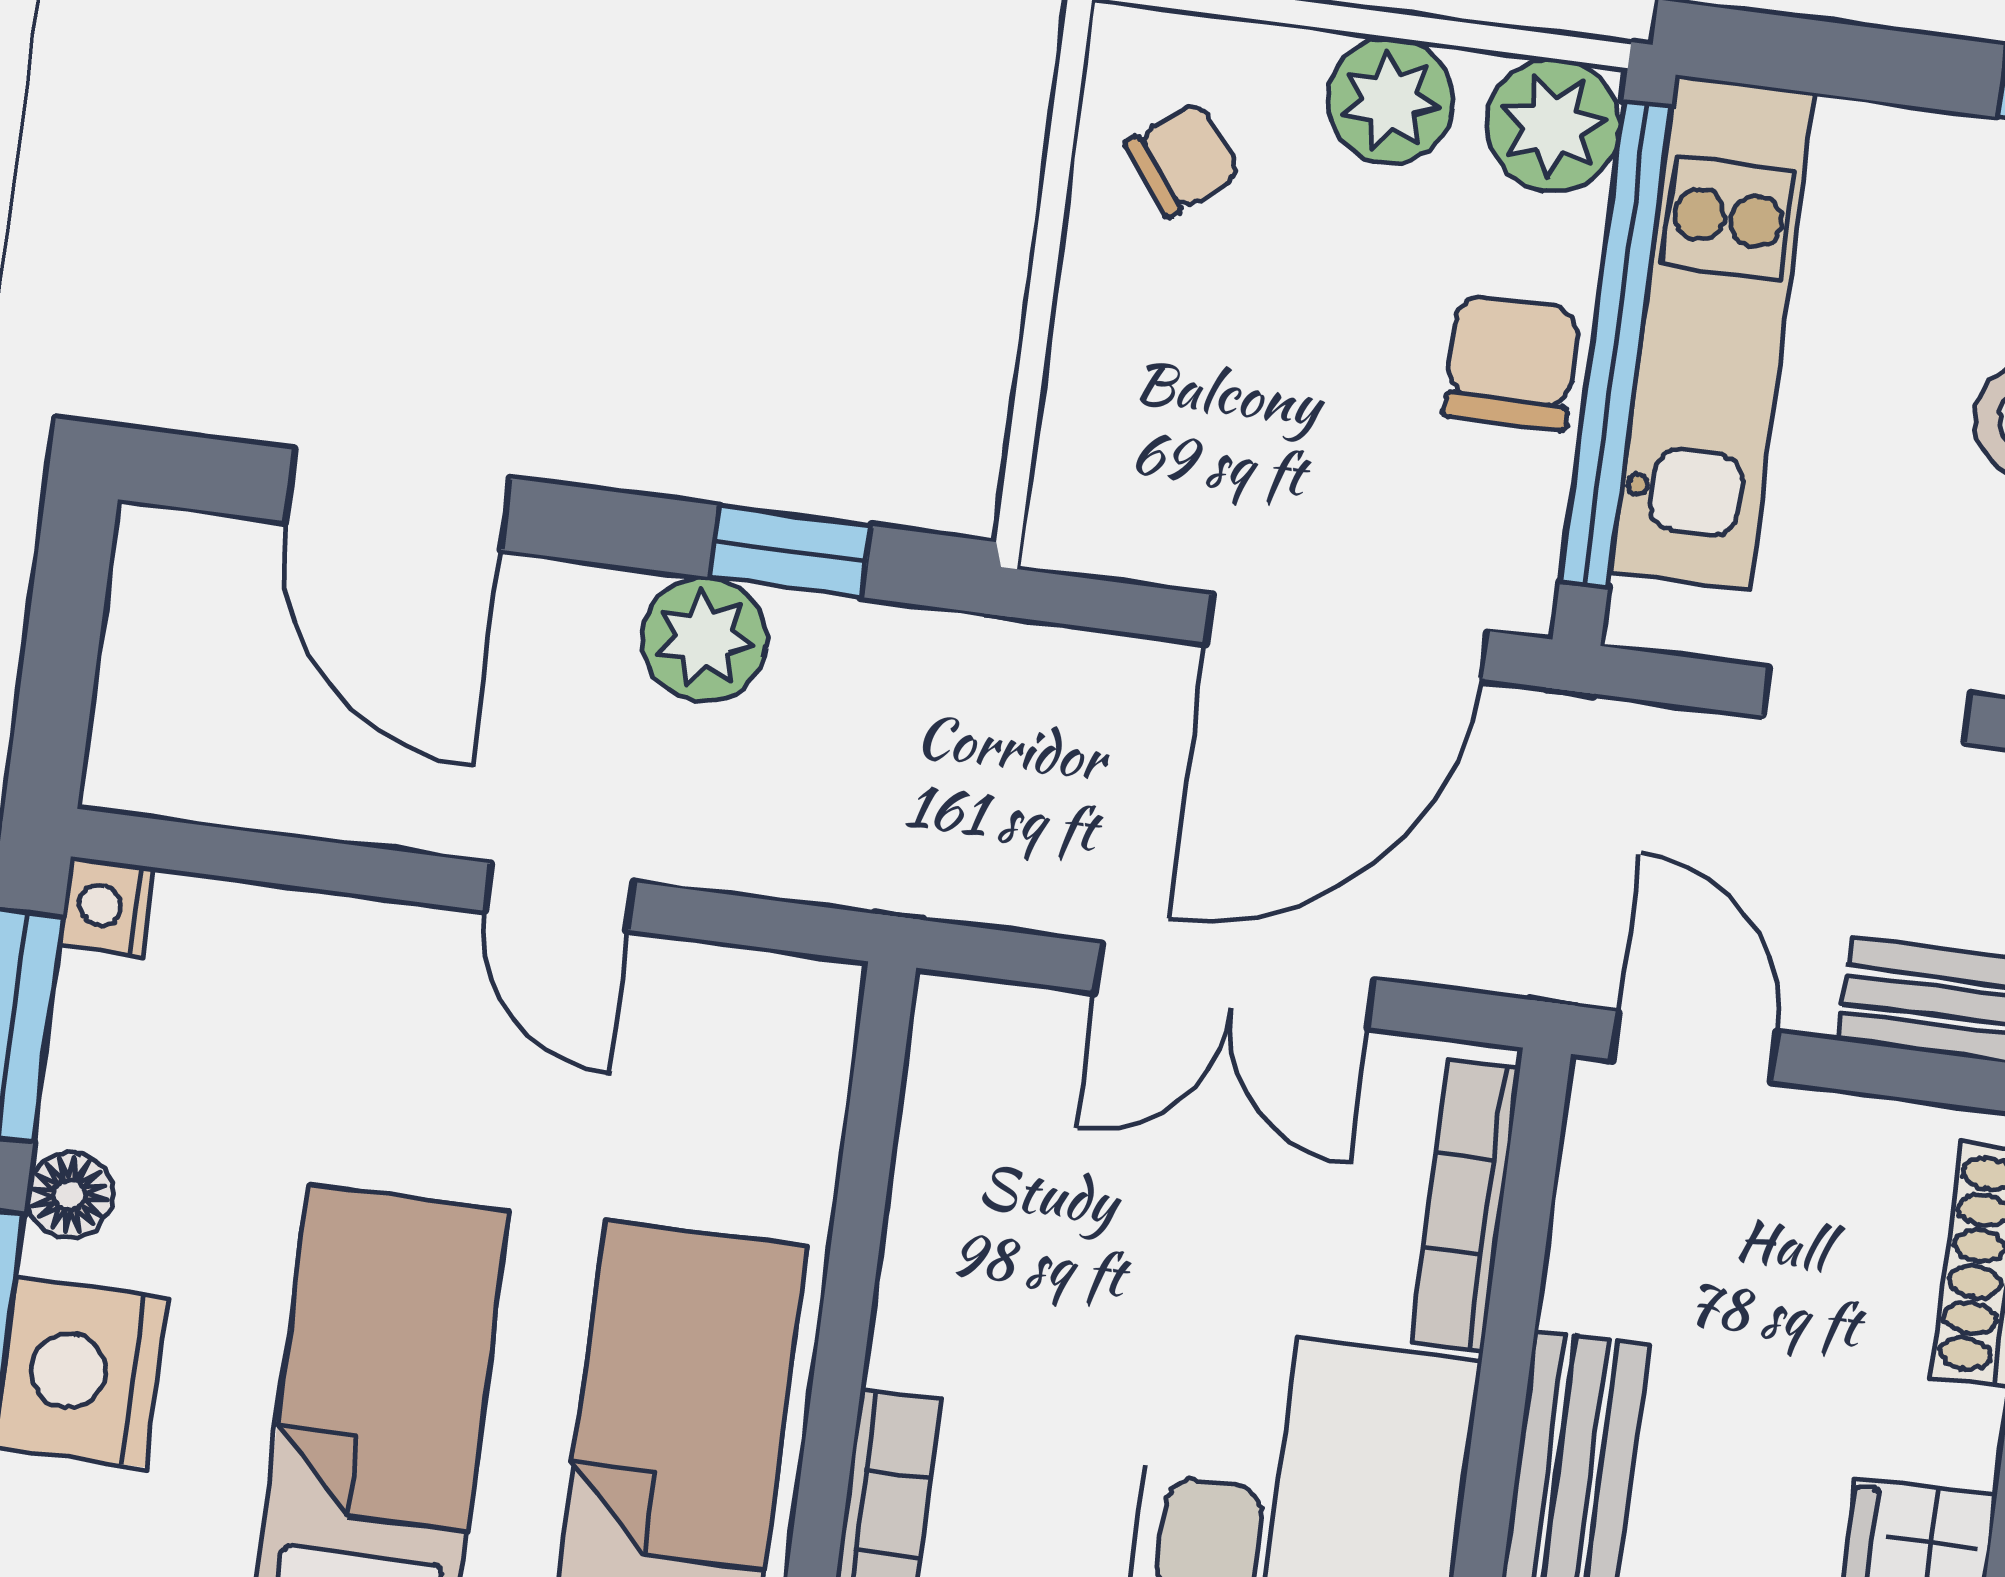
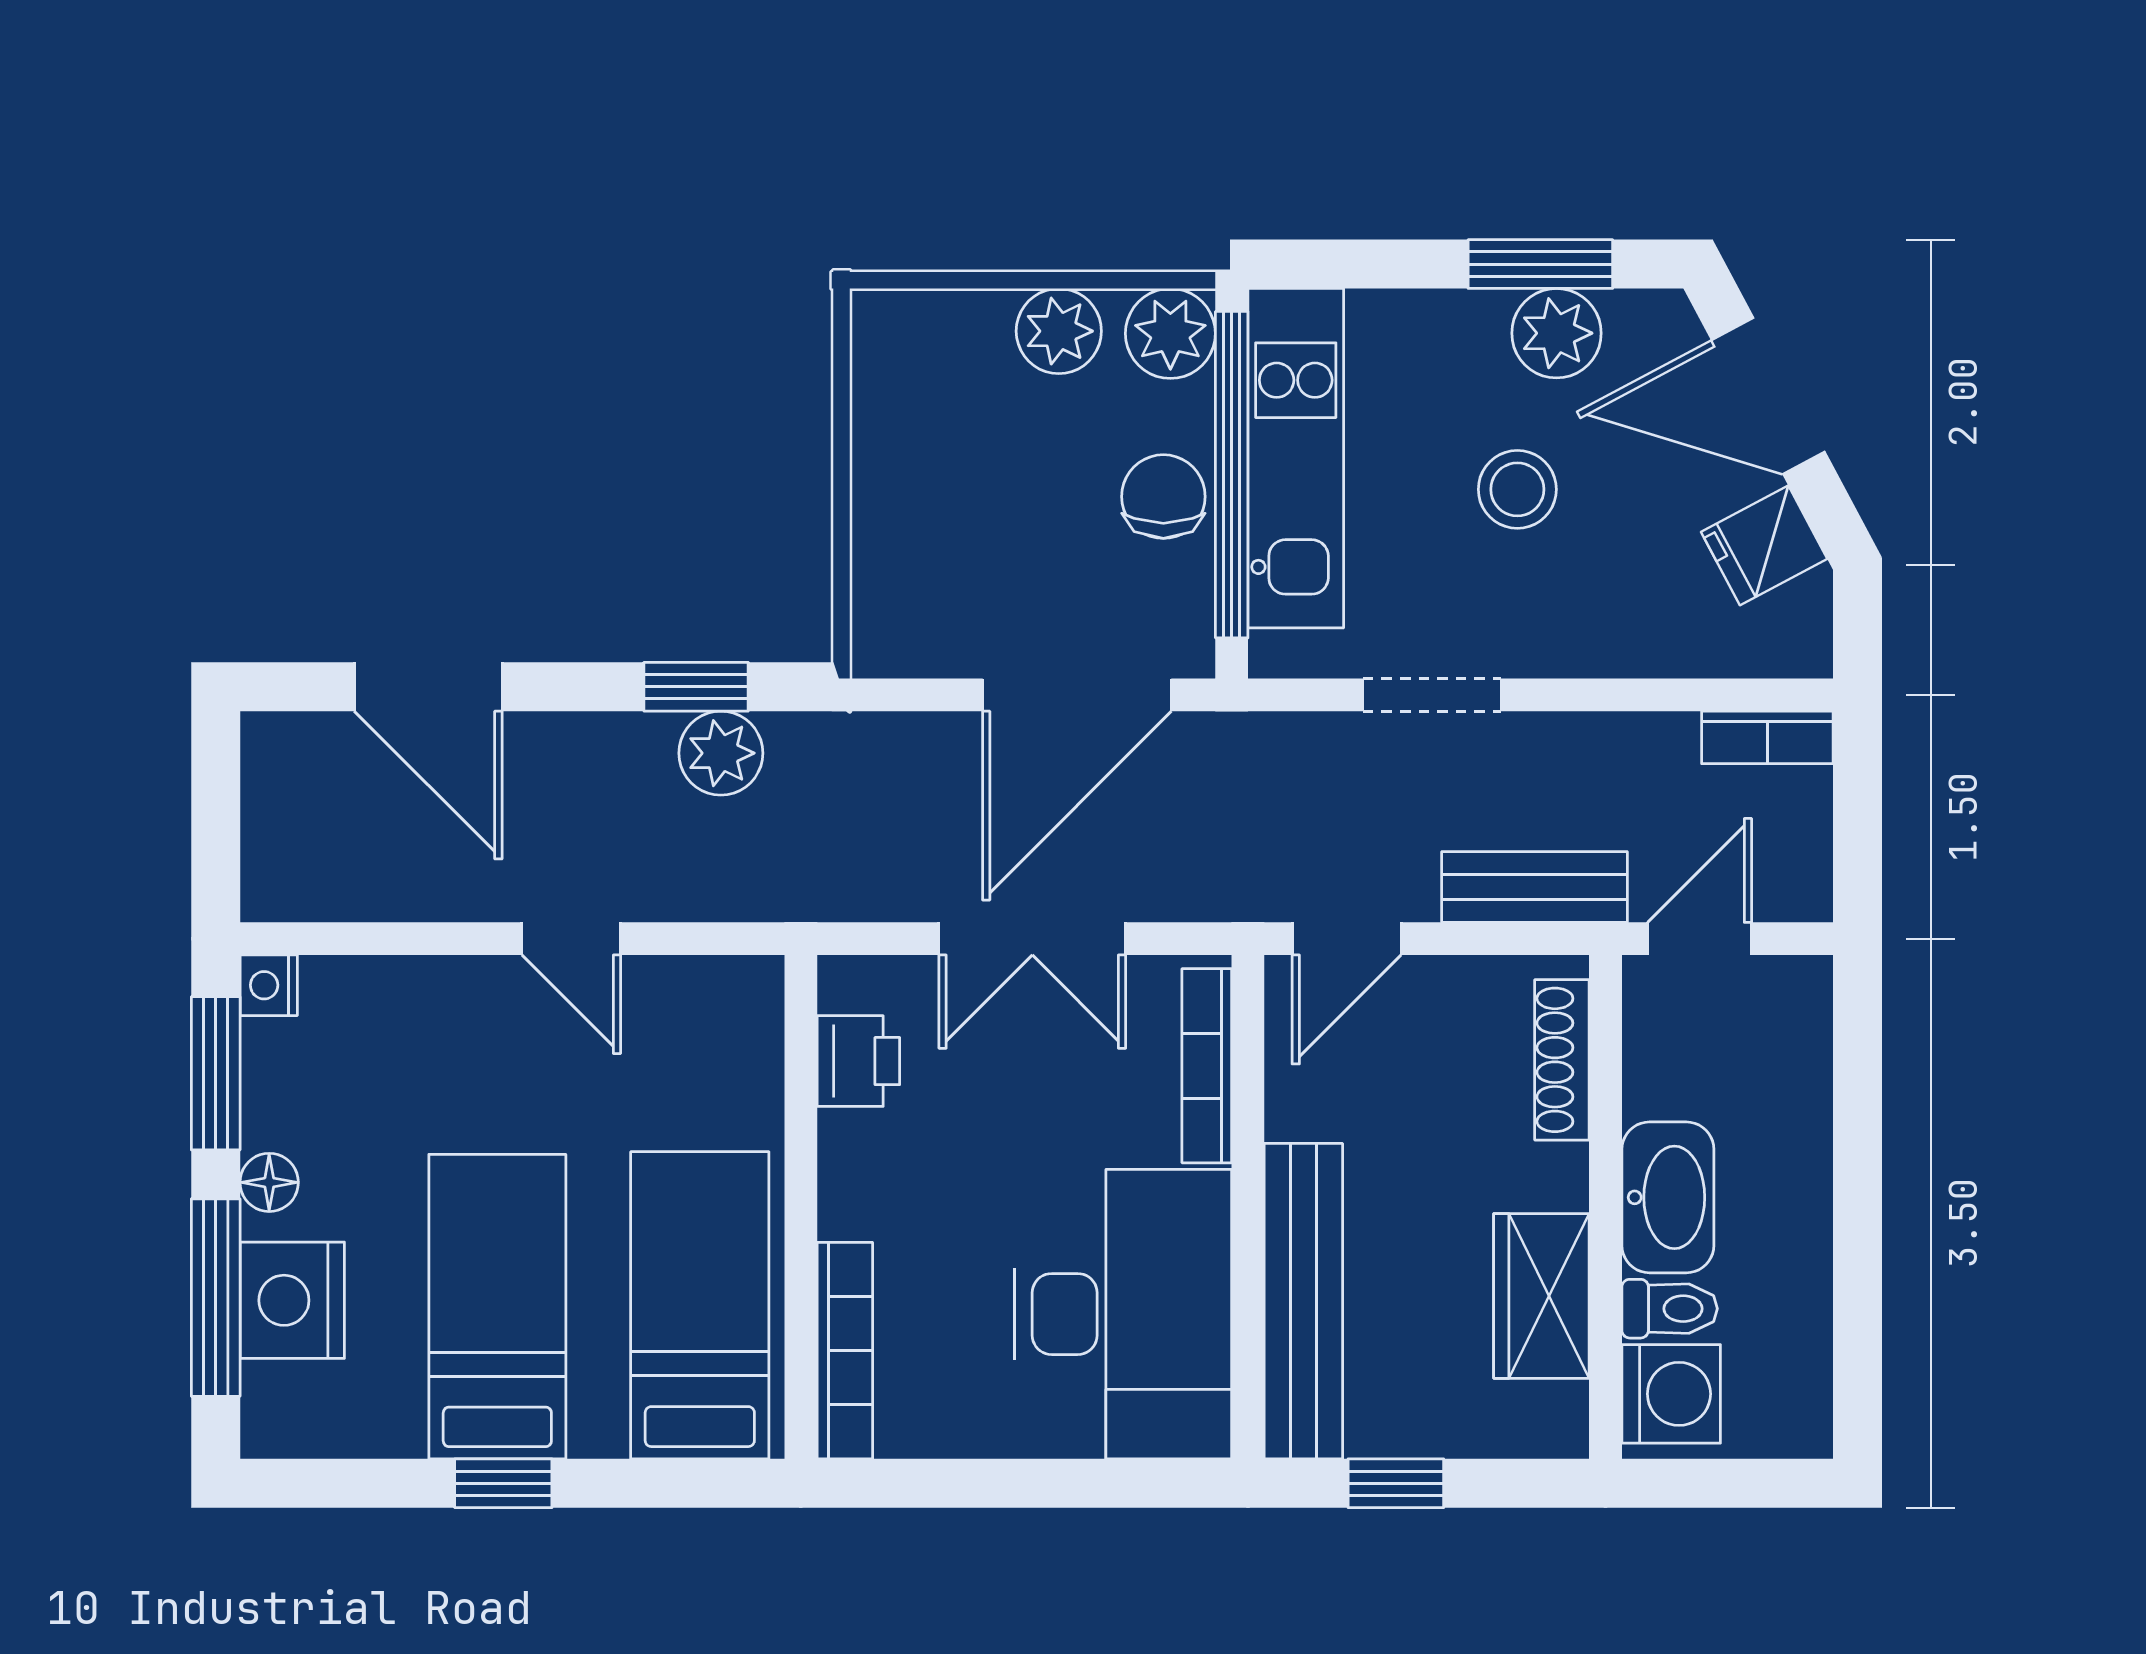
chair: (1183, 159) -> (925, 389), removed
plant: (704, 639) -> (721, 753), moved
door: (1695, 1046) -> (1347, 939), swing flipped
printer: (956, 1131) -> (858, 1061), added

